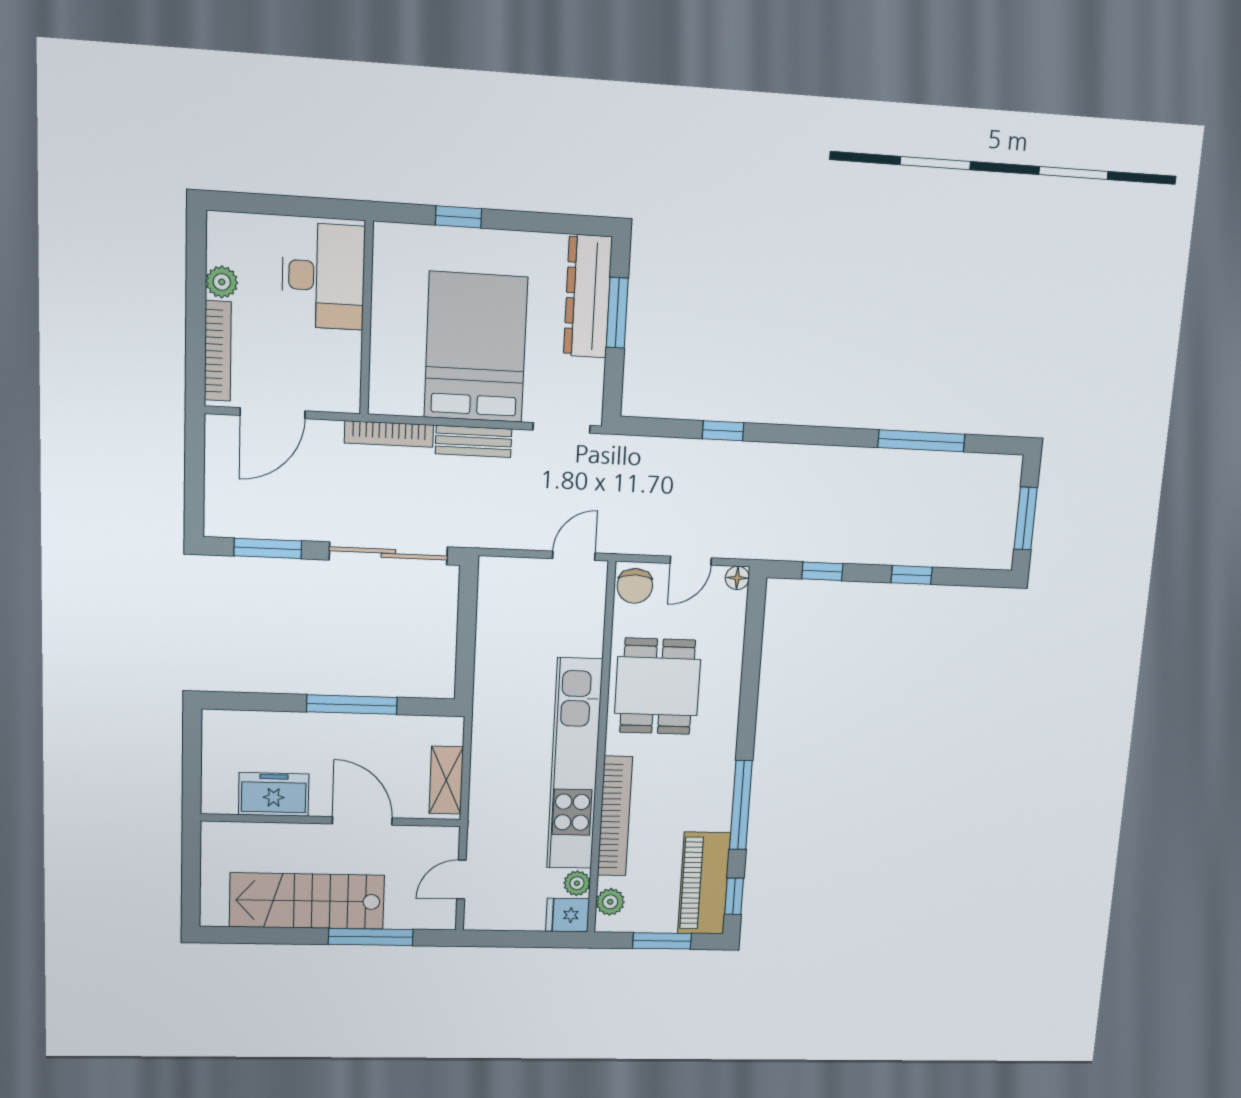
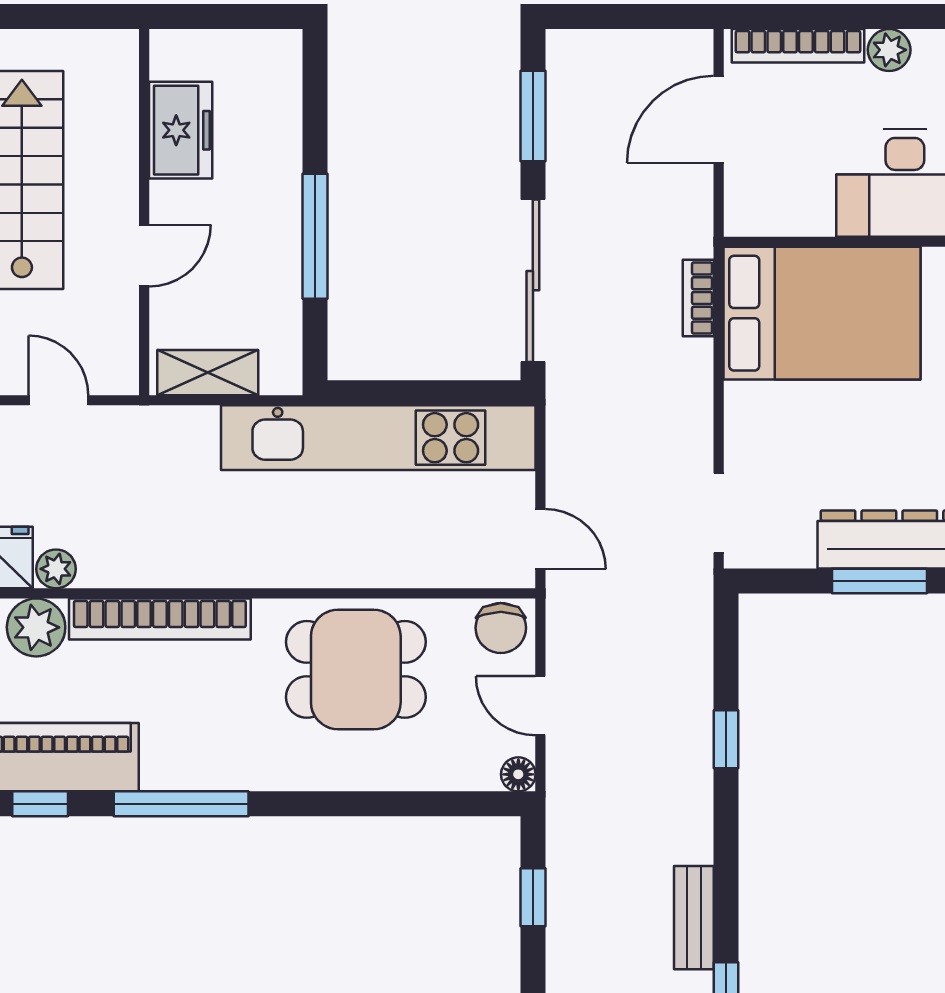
bed: (476, 347) -> (822, 313), moved
door: (273, 413) -> (719, 119), hinge flipped
bookcase: (389, 434) -> (698, 298), width x0.64
bench: (474, 441) -> (694, 918), moved
chair: (635, 586) -> (501, 628), turned -90
kitchen unit: (575, 764) -> (378, 438), moved, turned 180
door: (362, 821) -> (144, 256), width x0.73
plant: (610, 902) -> (36, 627), width x1.38, depth x1.38

